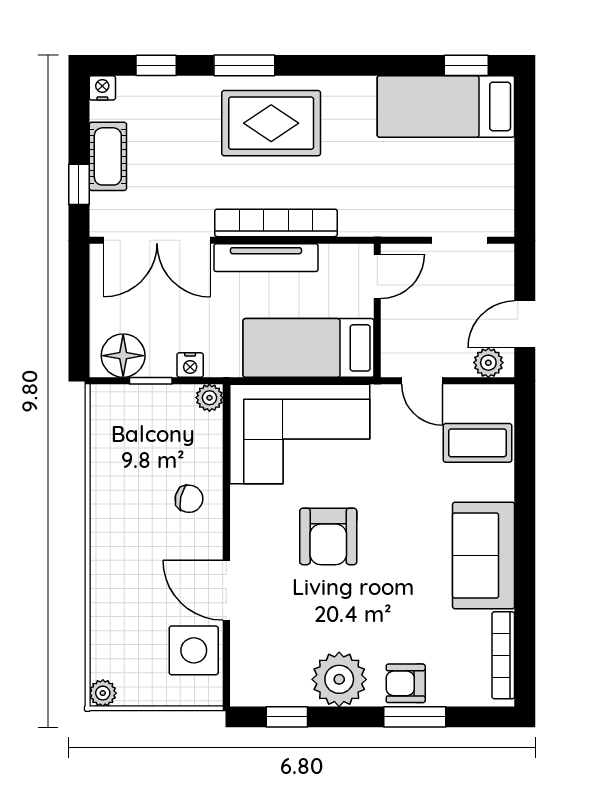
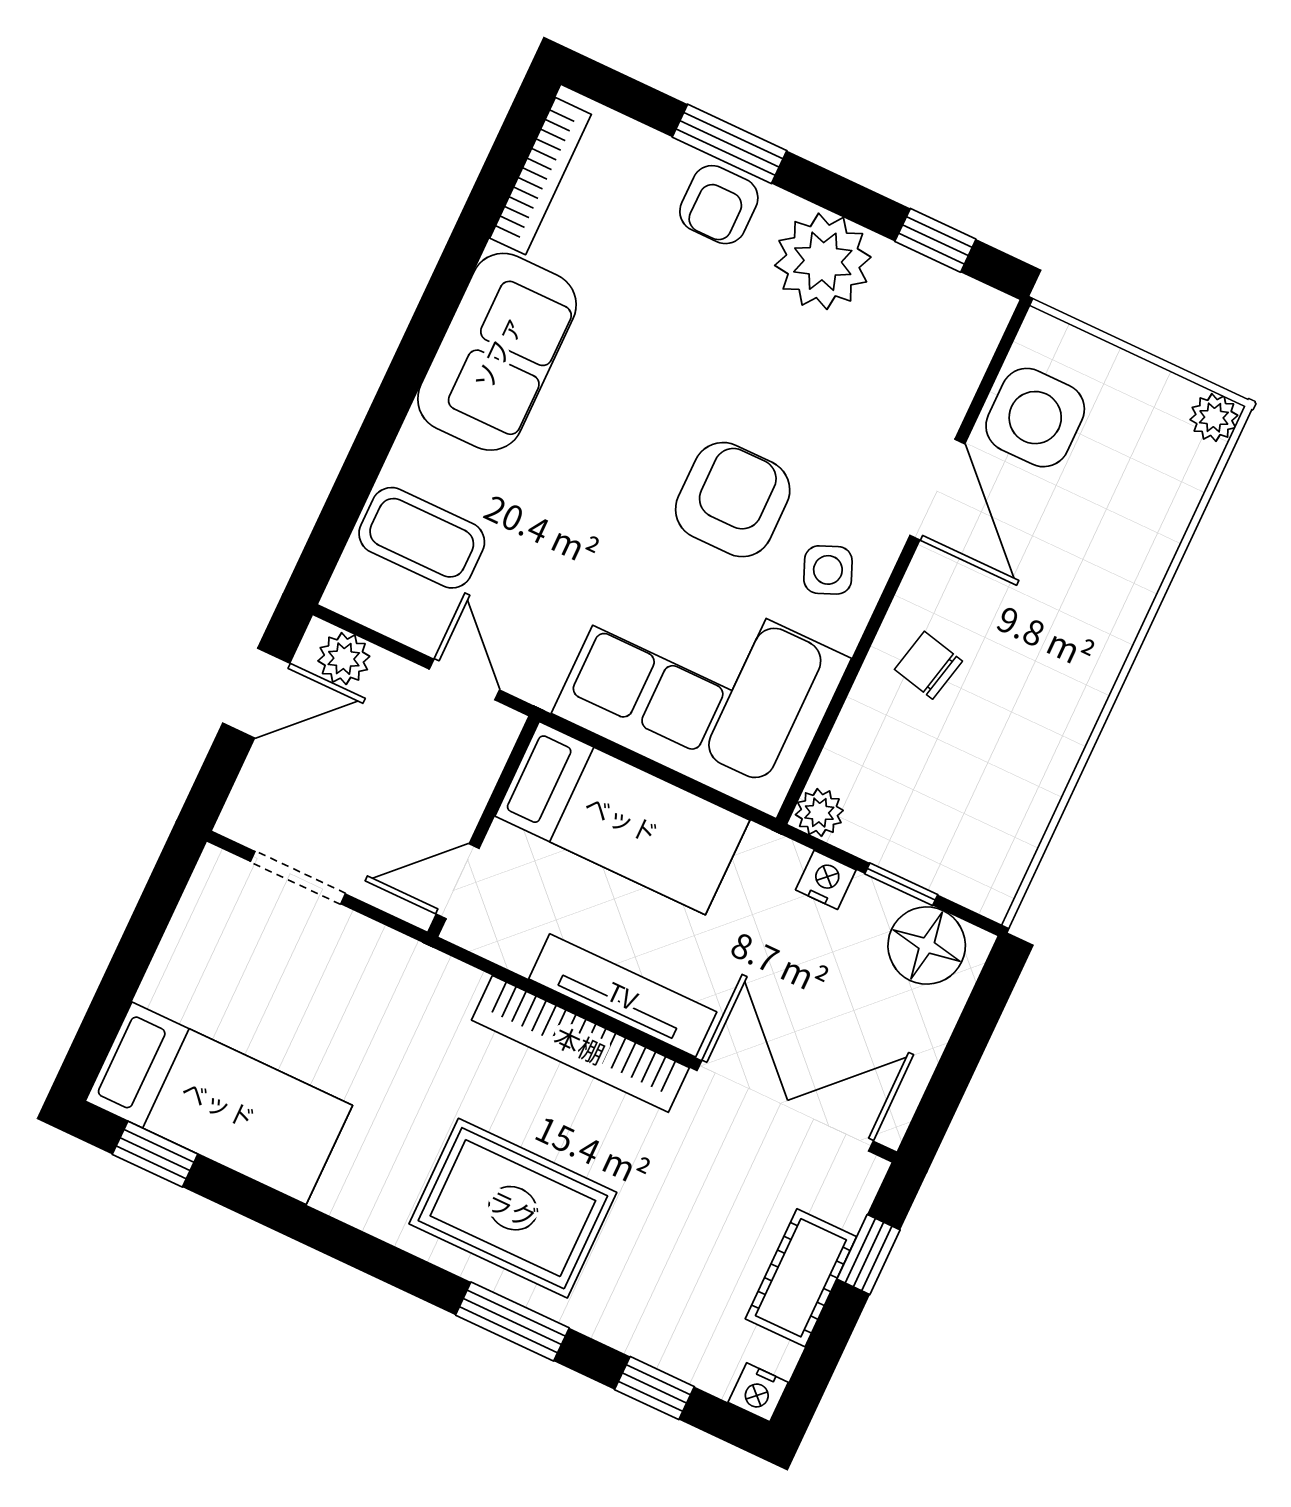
side table: (263, 523) -> (828, 570), added
armchair: (406, 683) -> (719, 205), turned 90

